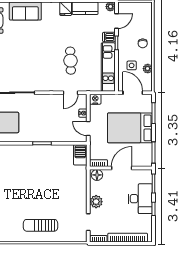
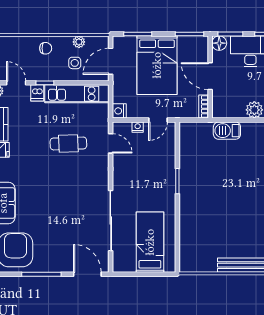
barbecue: (80, 155) -> (227, 131), moved
floor lamp: (97, 175) -> (219, 43), moved

